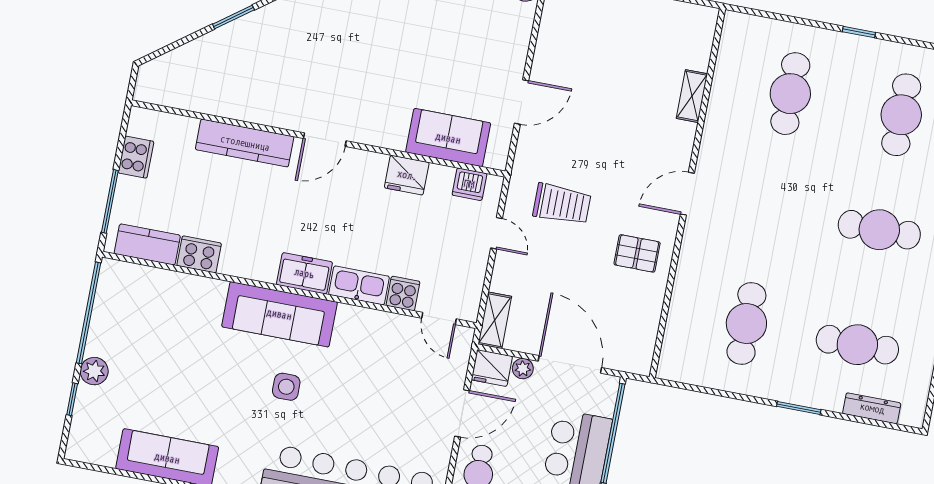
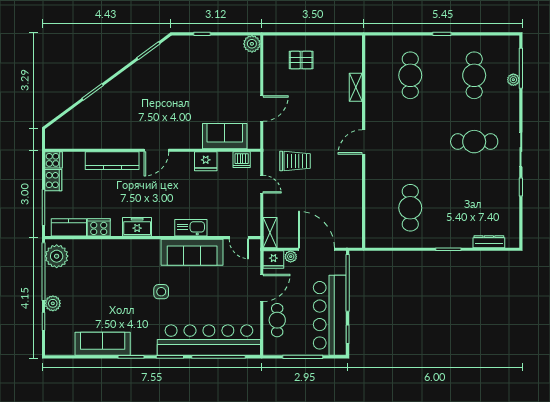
pallet: (637, 253) -> (301, 60), moved
freezer: (304, 273) -> (137, 227), moved
plant: (116, 290) -> (57, 256), added
cooker: (403, 293) -> (54, 160), moved, turned 90
sofa: (279, 314) -> (192, 252), moved
cafe table: (857, 345) -> (474, 208), removed

